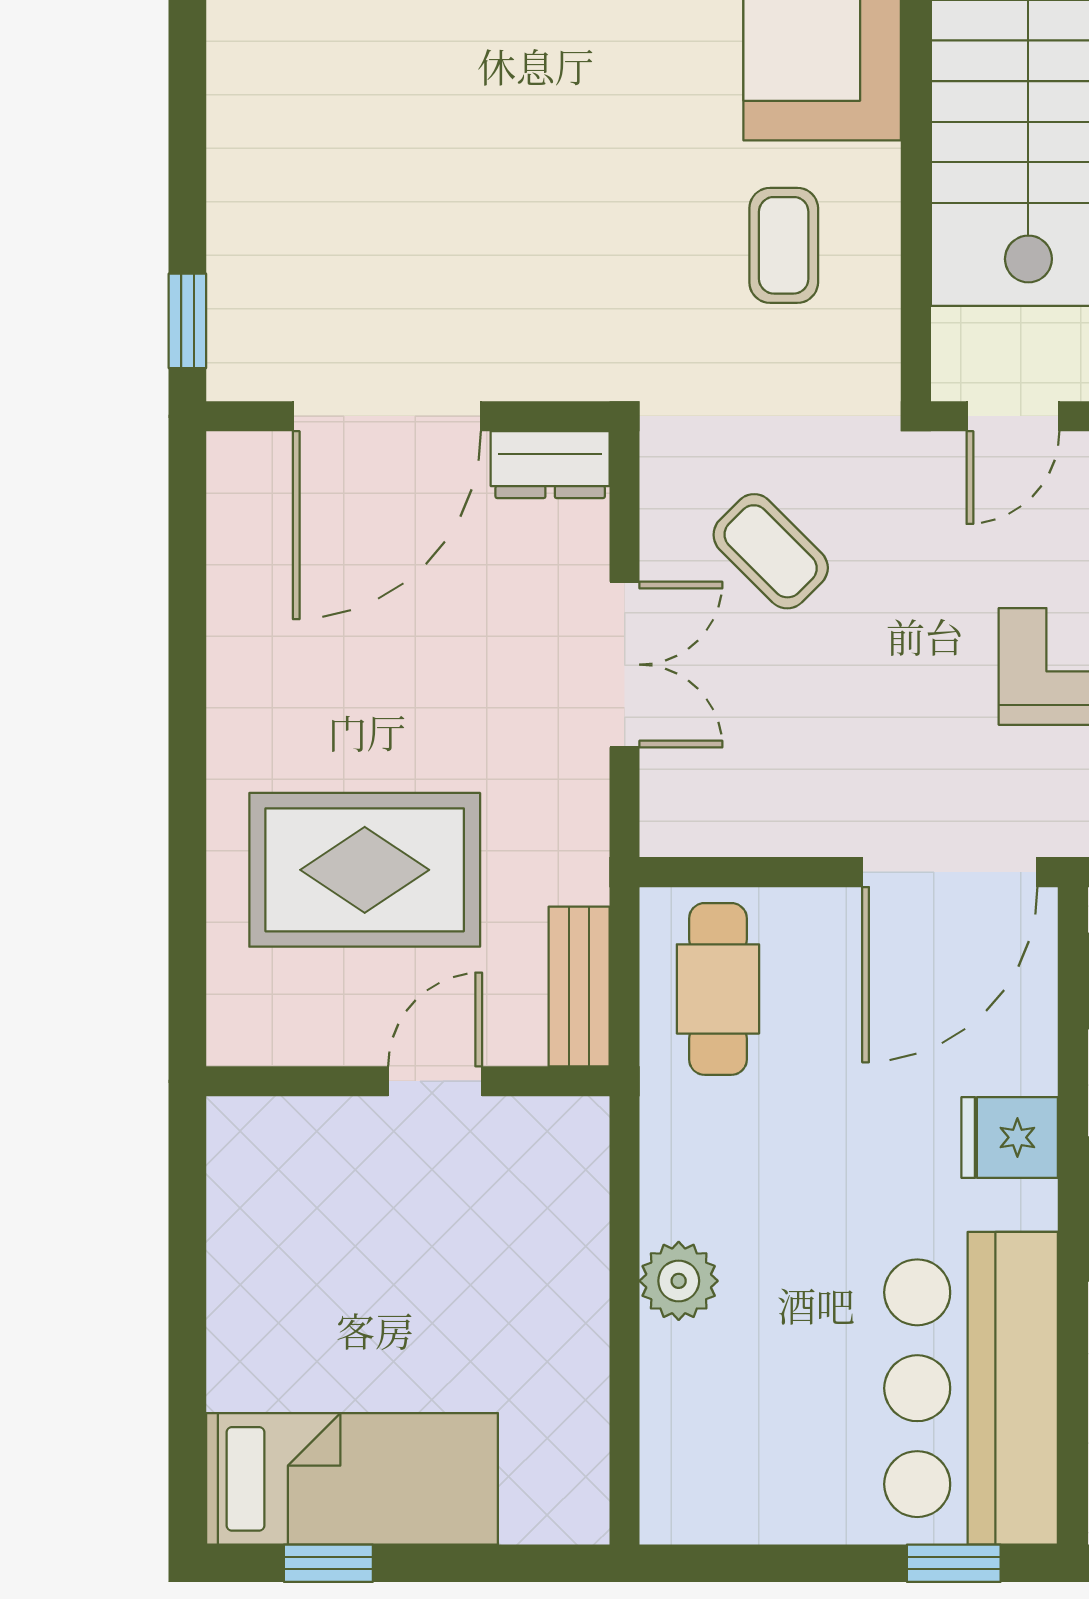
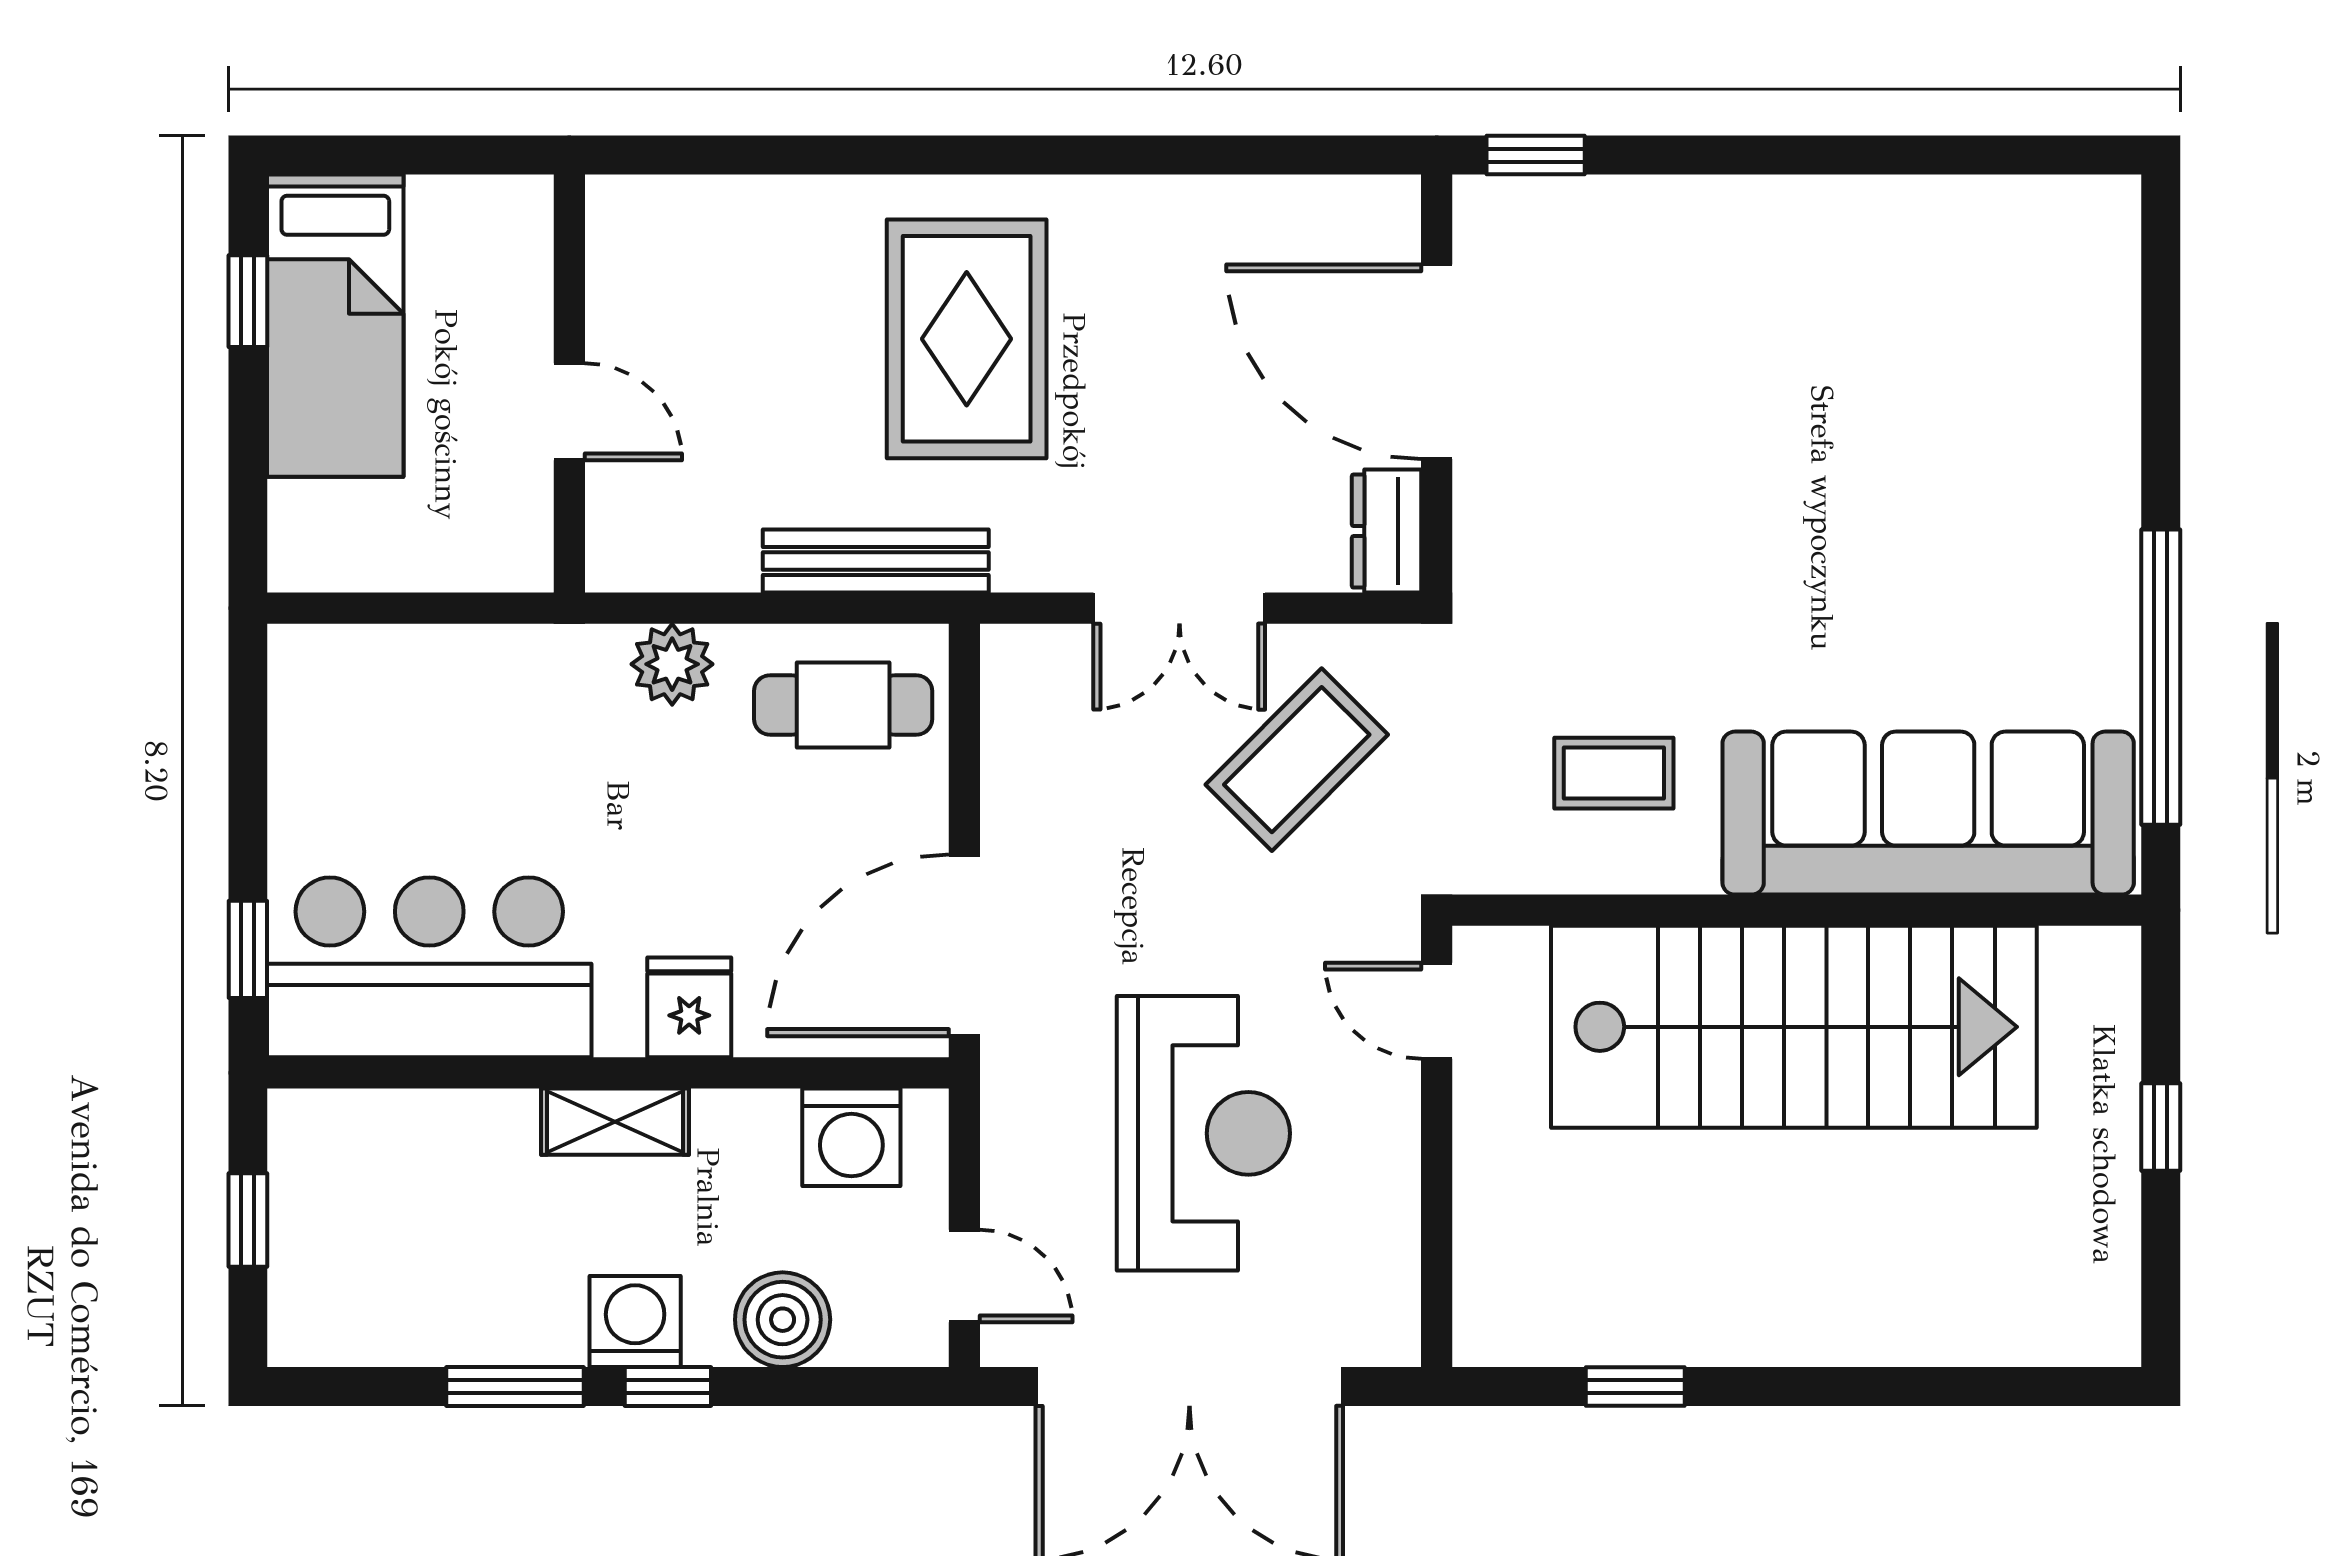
coffee table: (771, 551) -> (1297, 760), width x1.36, depth x1.30
door: (950, 872) -> (964, 945), hinge flipped
bench: (579, 986) -> (876, 561), width x1.36
wall: (408, 1081) -> (569, 384), moved
door: (435, 1081) -> (569, 412), moved
plant: (679, 1281) -> (672, 664), moved

